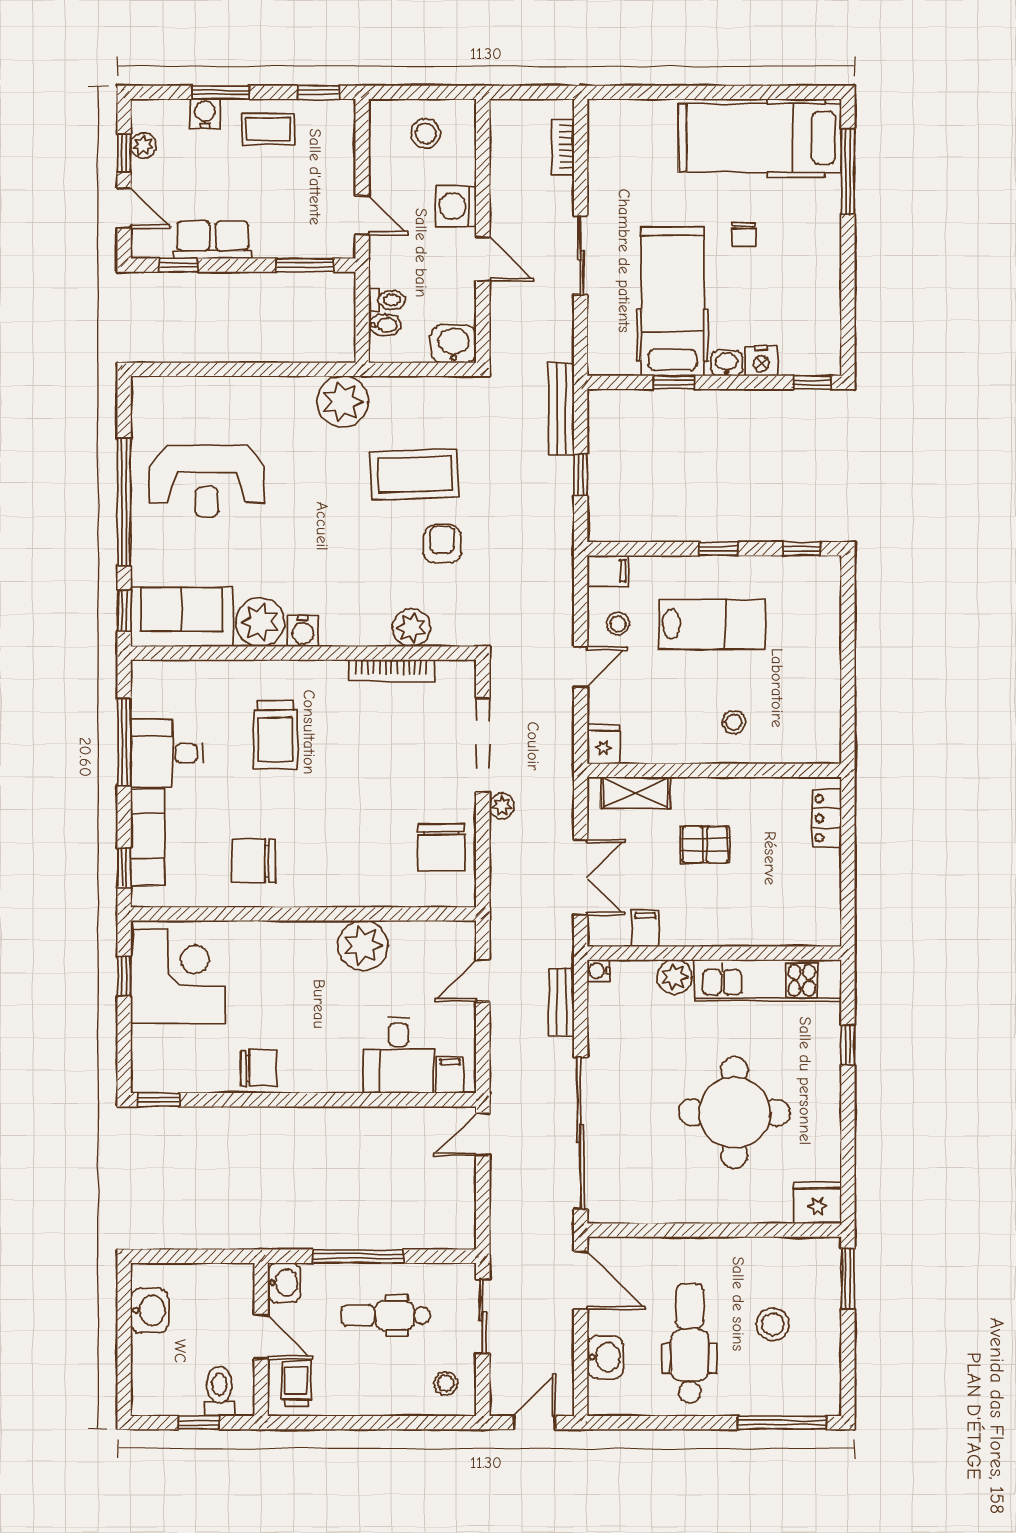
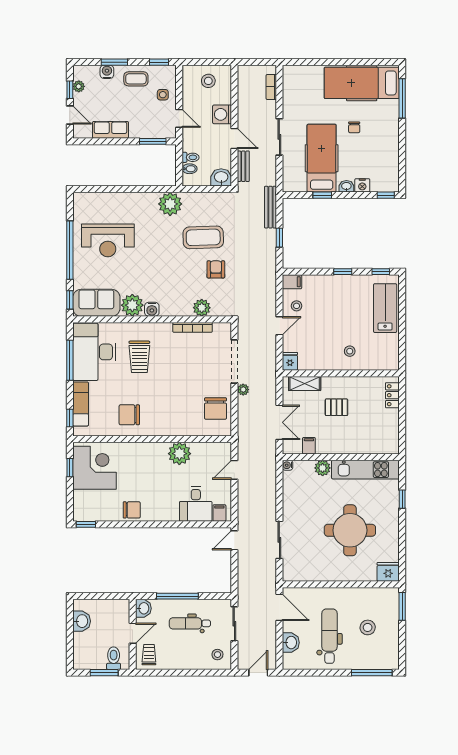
side table: (327, 163) -> (163, 95), added
window: (178, 265) -> (95, 141), removed
lab bench: (712, 624) -> (385, 308), moved, turned -90
desk: (167, 753) -> (94, 352), width x1.87, depth x1.30
bench: (561, 1002) -> (243, 166), moved
sliding door: (581, 1133) -> (279, 540), width x0.54
door: (261, 1337) -> (133, 633), hinge flipped
window: (199, 1423) -> (104, 673), width x1.50

